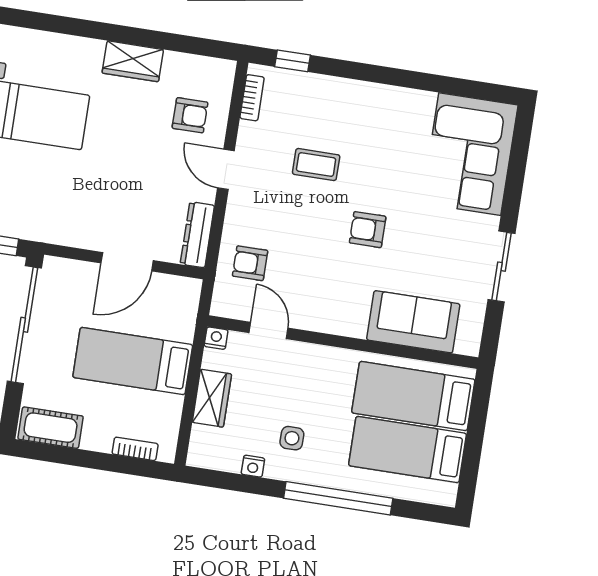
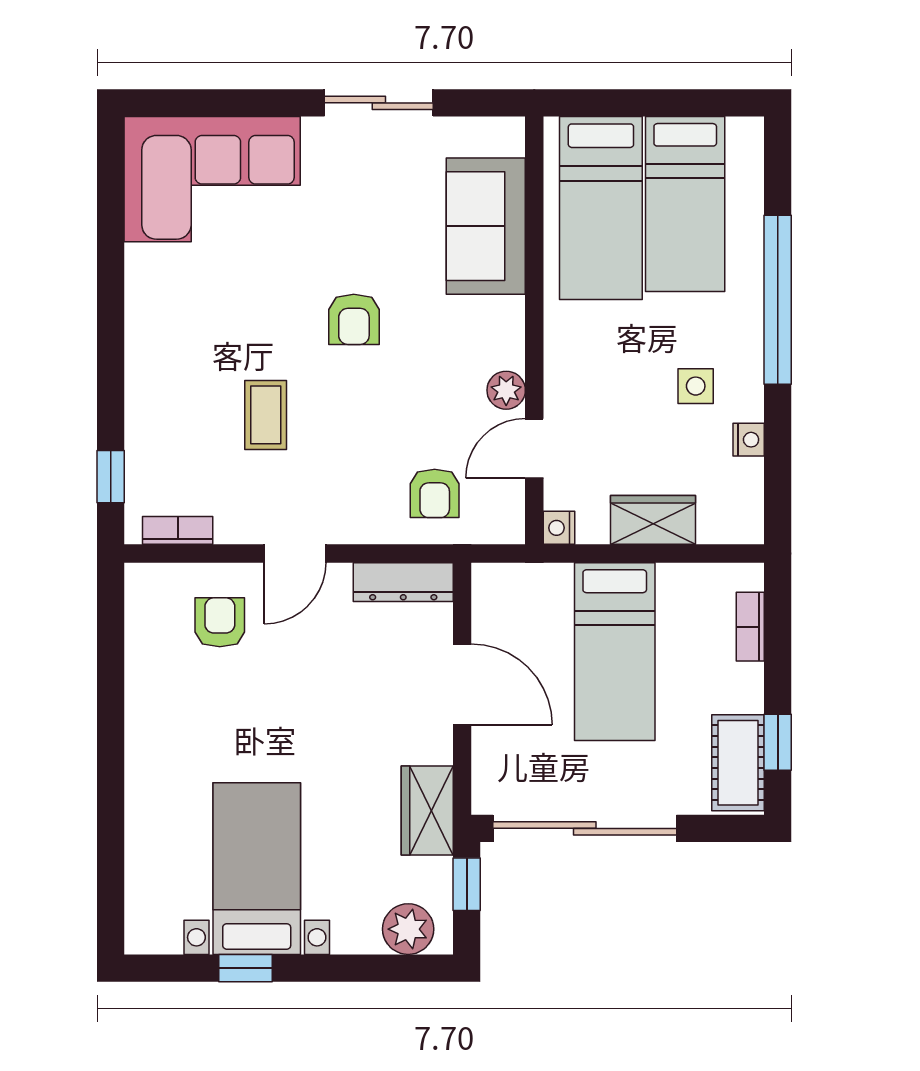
wardrobe: (133, 61) -> (427, 810), moved, turned 180
plant: (308, 318) -> (506, 390), added
window: (60, 455) -> (778, 742), added

